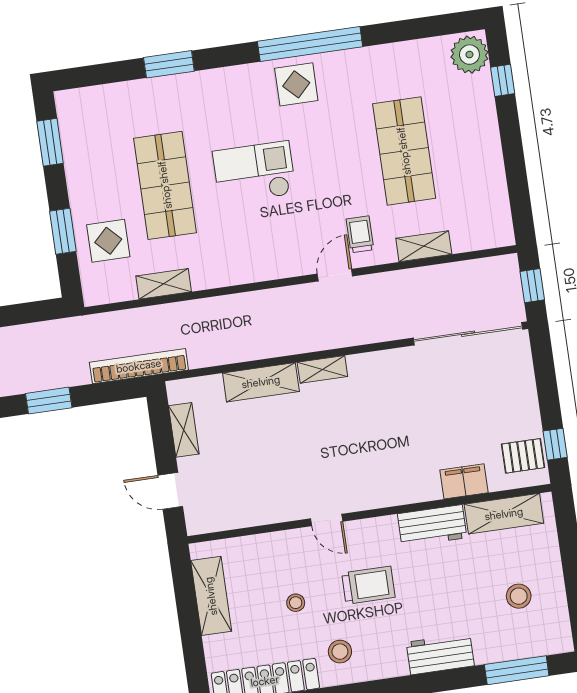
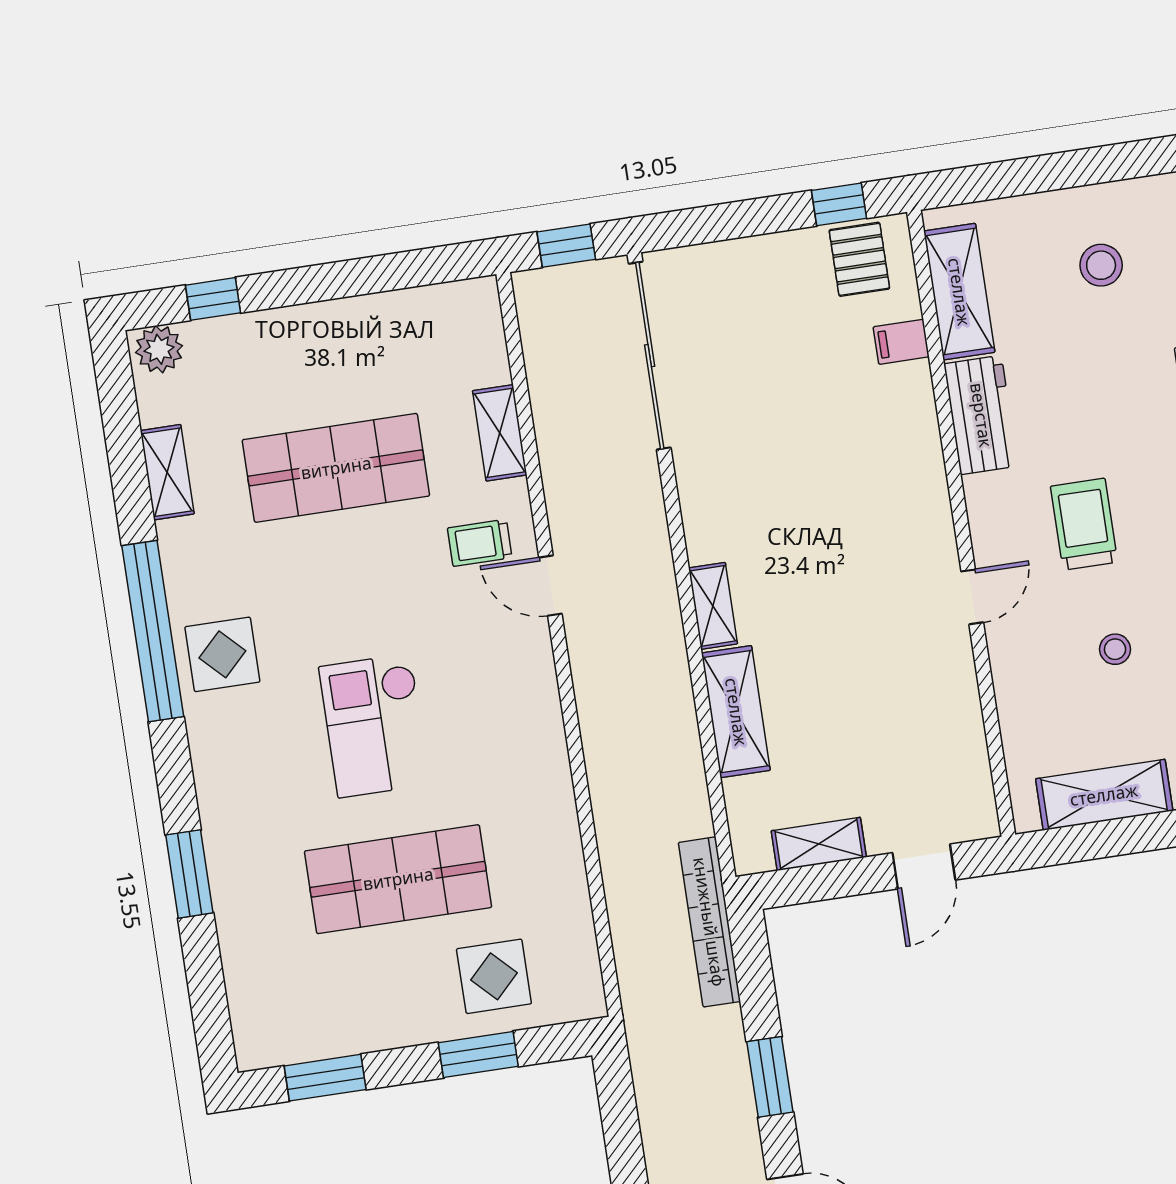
plant: (469, 55) -> (159, 349), width x0.73, depth x0.73
shelving: (164, 284) -> (167, 472), moved
filing cabinet: (464, 481) -> (901, 342), width x0.50

